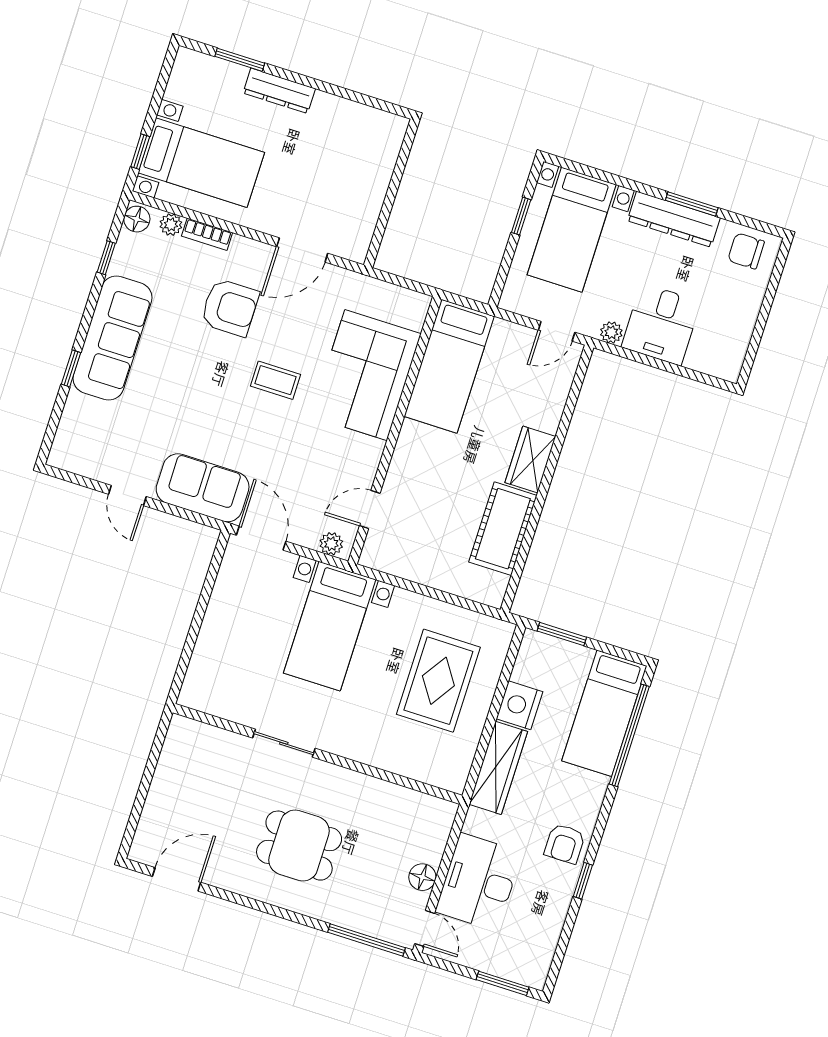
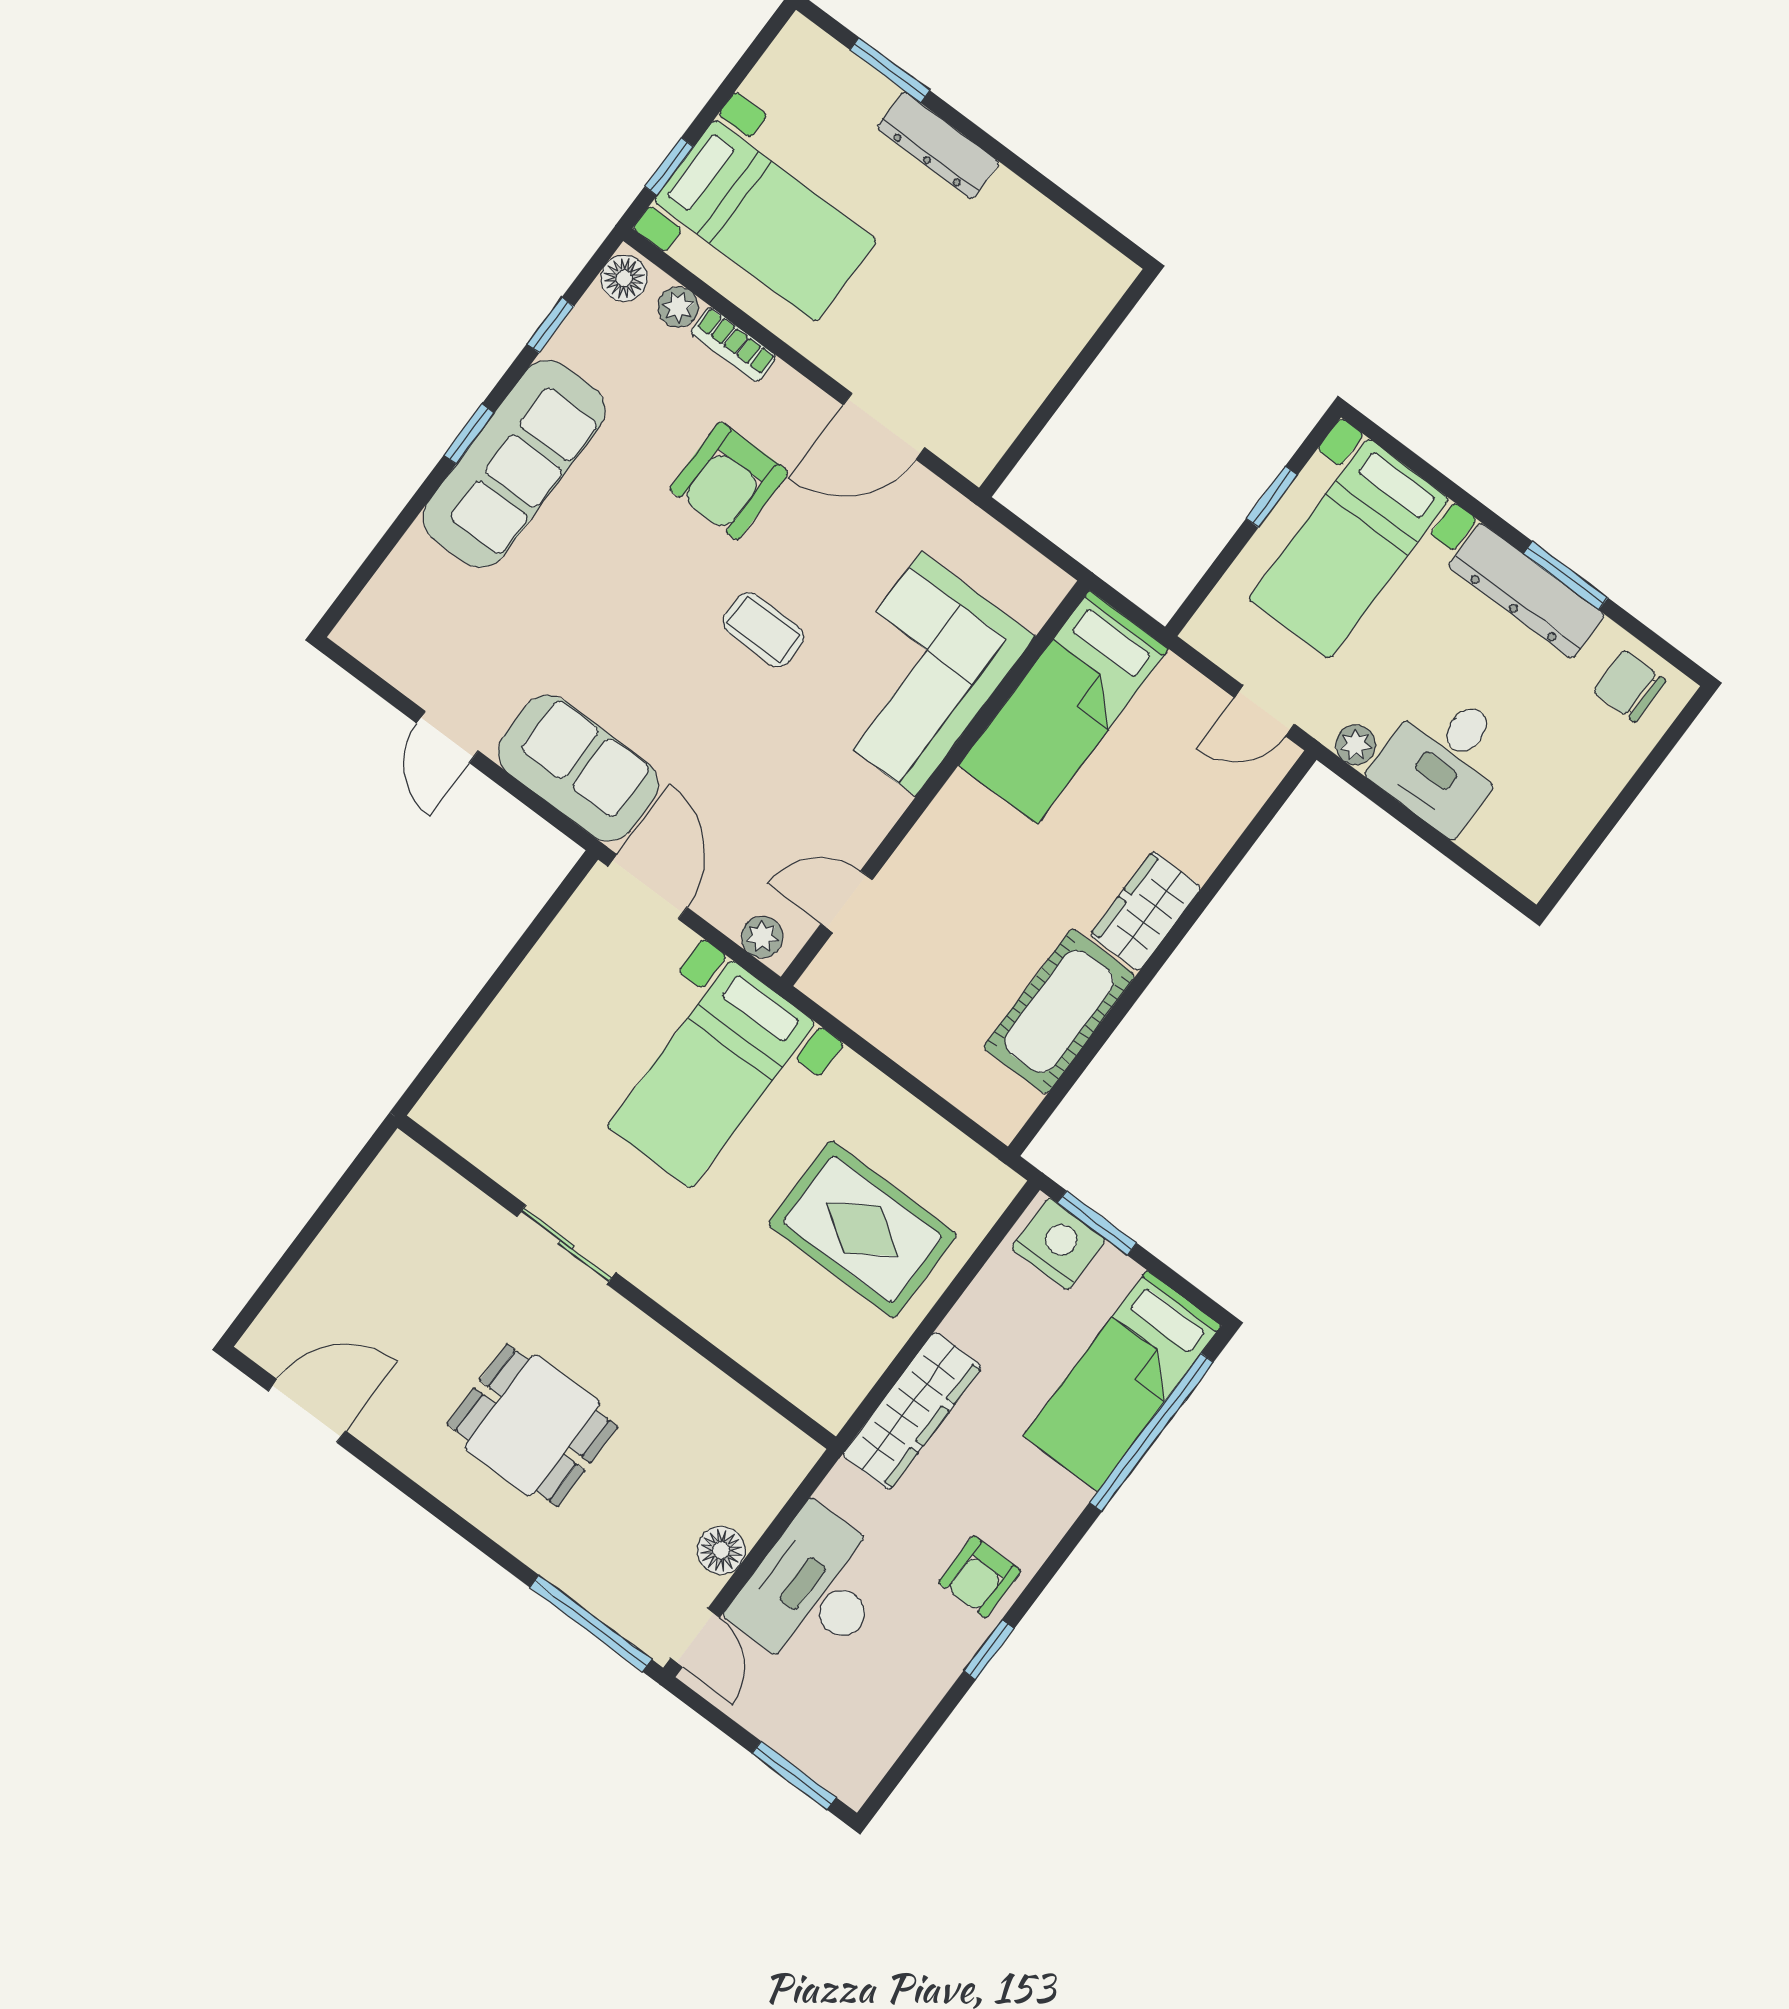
armchair: (230, 308) -> (729, 481), turned 90
window: (71, 368) -> (469, 434), moved
rug: (438, 681) -> (862, 1229), turned 90
nightstand: (519, 705) -> (1058, 1244), moved, turned 90

